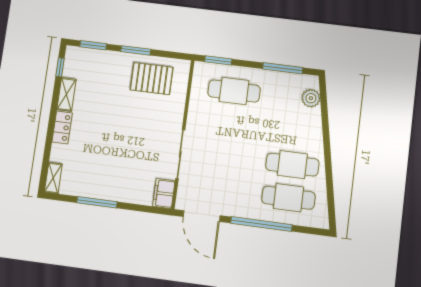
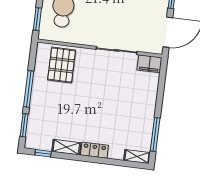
window: (136, 50) -> (29, 89), width x1.44
pallet: (152, 79) -> (62, 65), moved
window: (97, 202) -> (155, 134), moved

